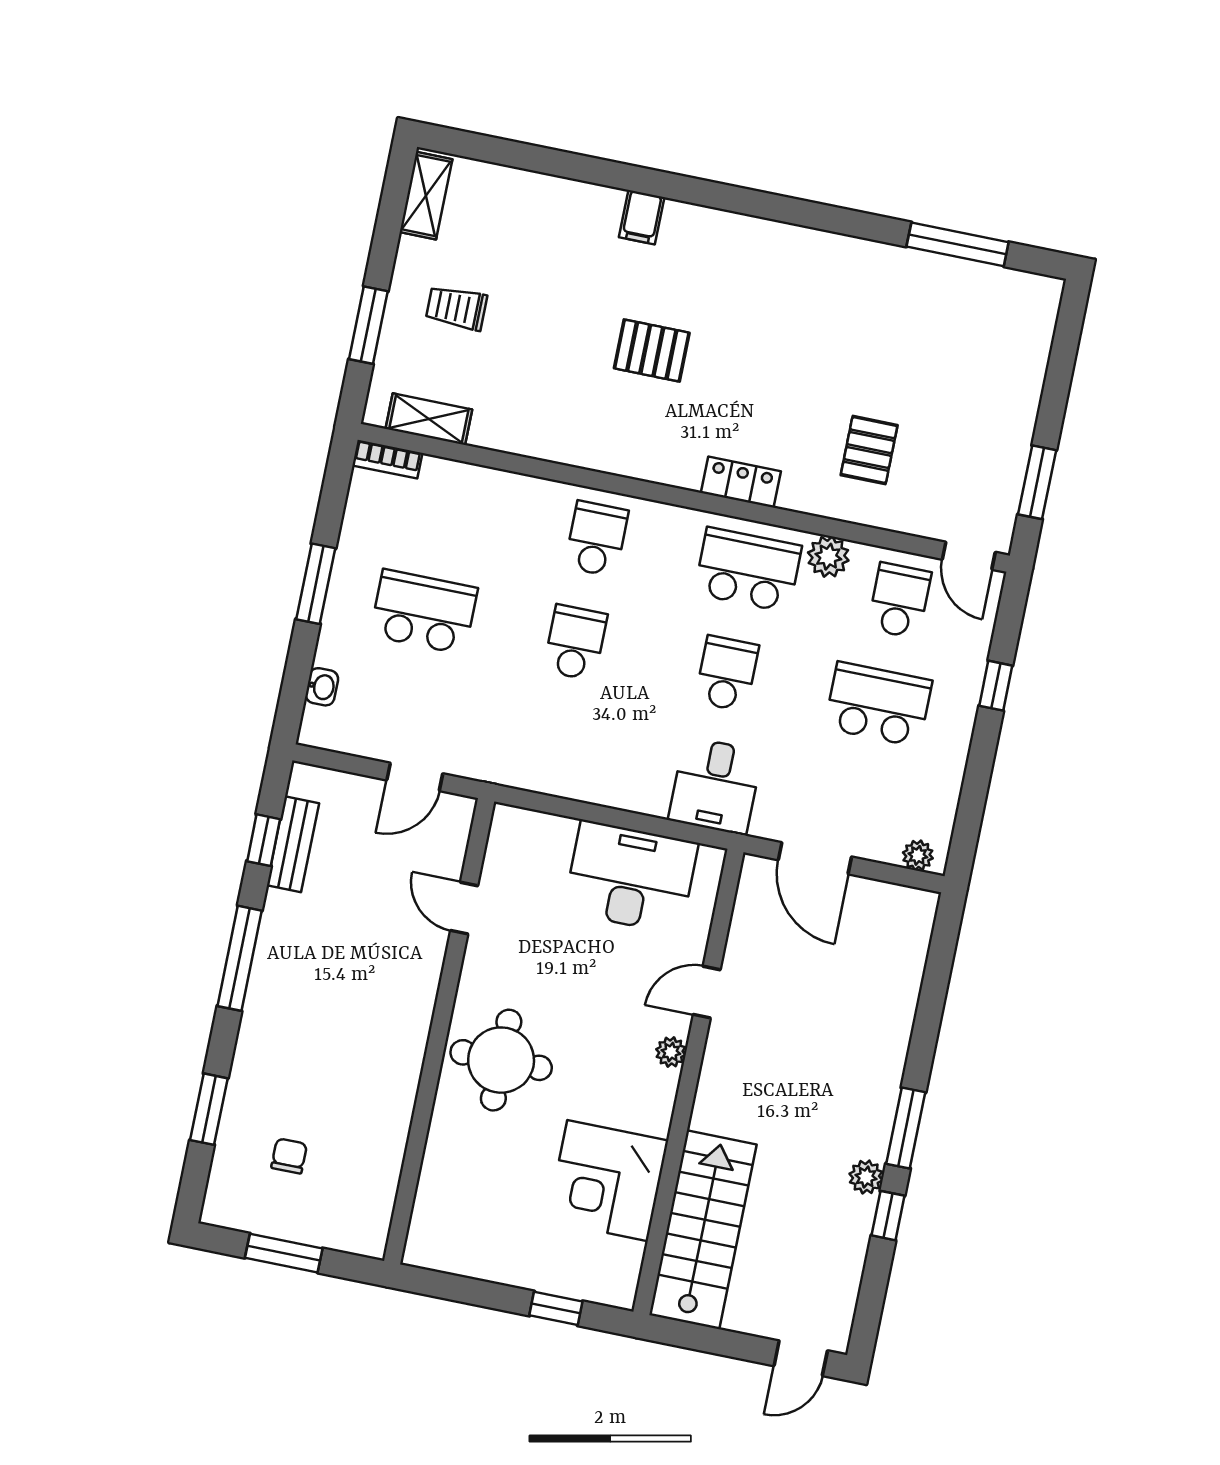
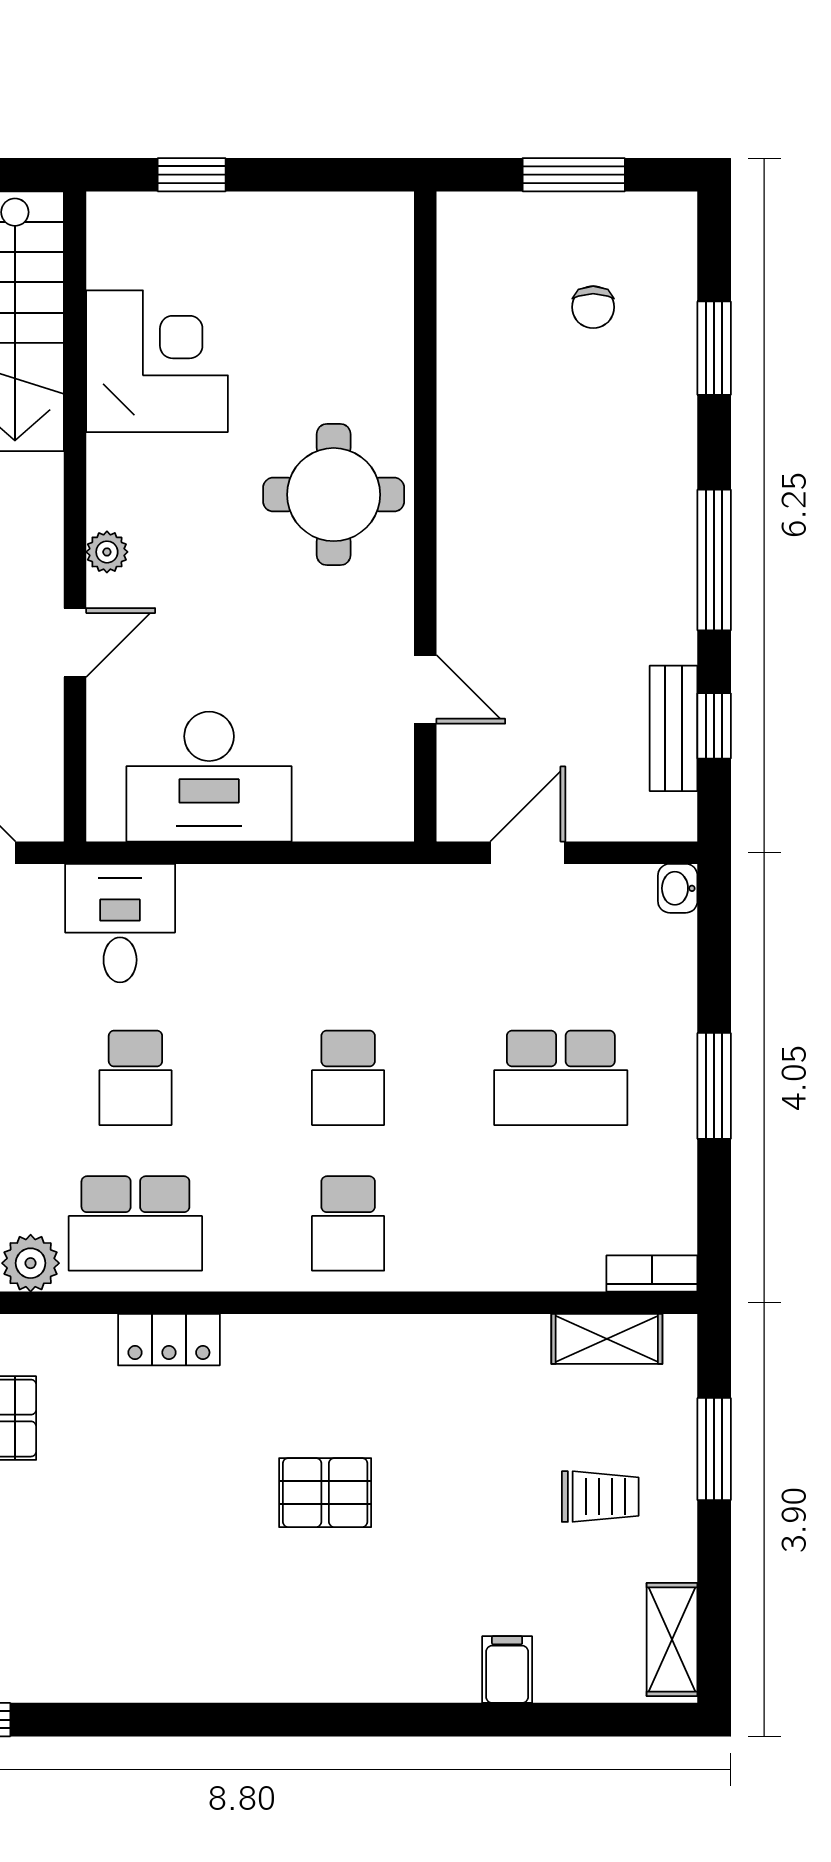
filing cabinet: (642, 217) -> (507, 1670), moved
washbasin: (322, 687) -> (678, 888), moved

